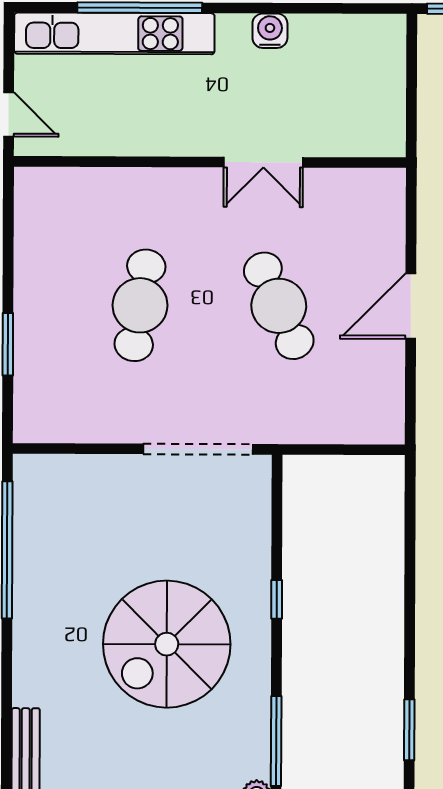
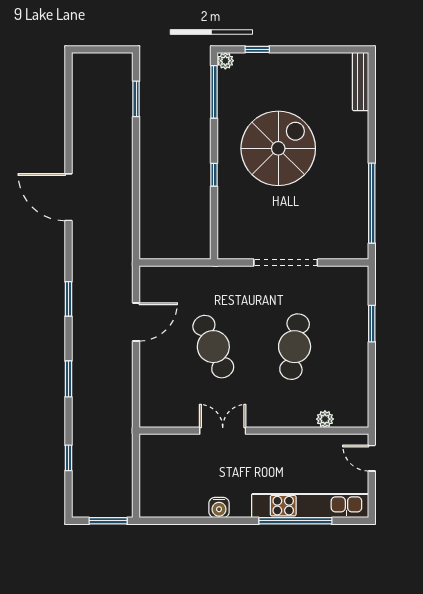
plant: (88, 181) -> (325, 419), added
door: (411, 306) -> (136, 322), moved
doorway: (198, 449) -> (286, 263), moved

